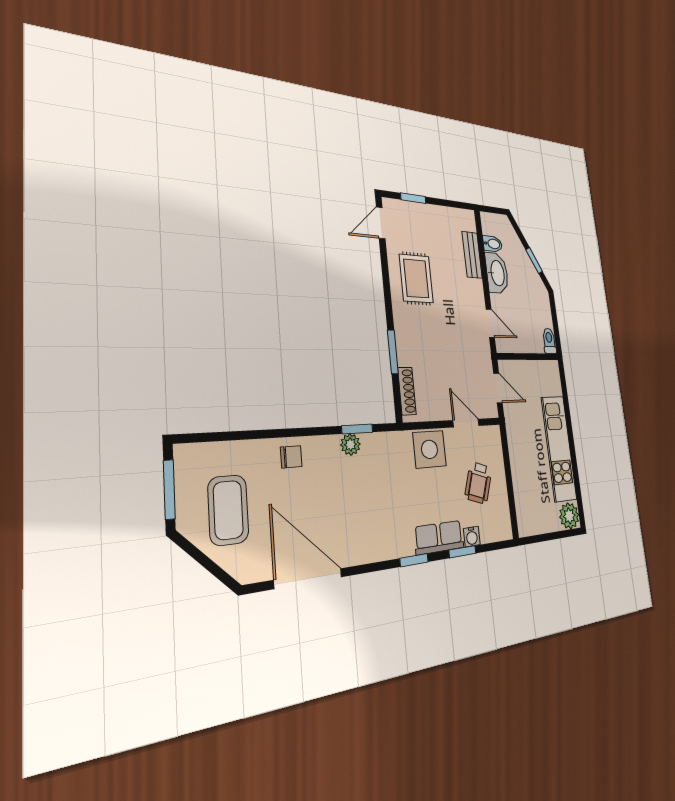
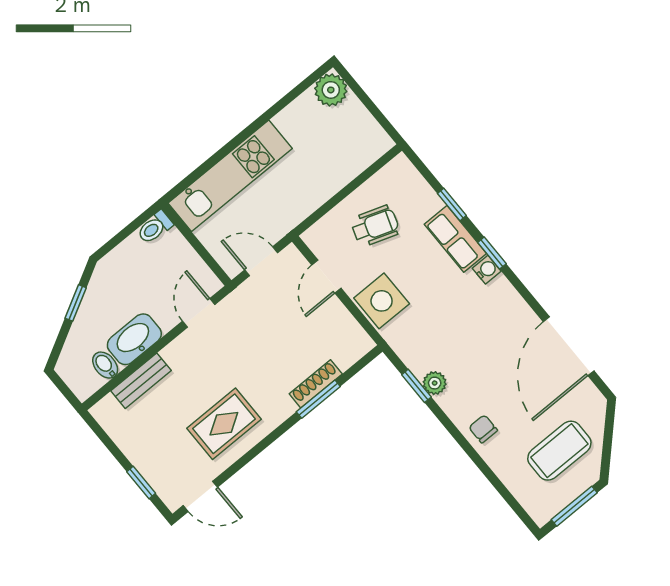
door: (498, 388) -> (261, 261), hinge flipped
shoe rack: (407, 391) -> (316, 384), moved
kitchen unit: (559, 448) -> (230, 176), moved
water cooler: (472, 537) -> (487, 270), moved

